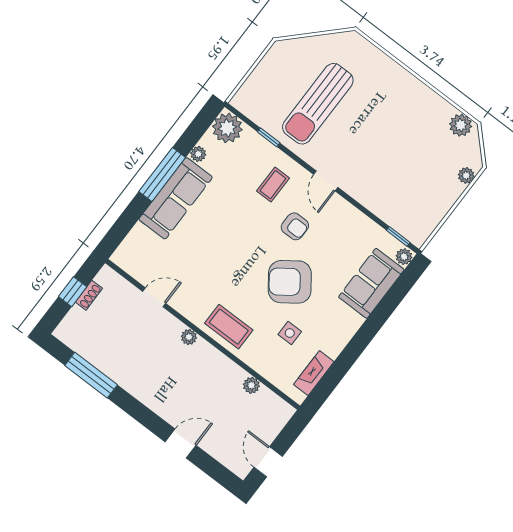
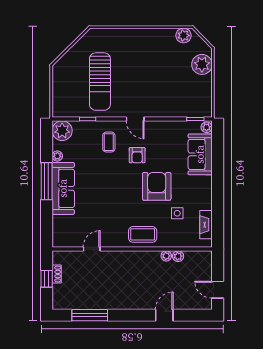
plant: (466, 176) -> (202, 64), width x1.88, depth x1.88
armchair: (295, 226) -> (137, 155), turned 90
armchair: (290, 282) -> (157, 186), turned 126
plant: (189, 337) -> (166, 256), moved

